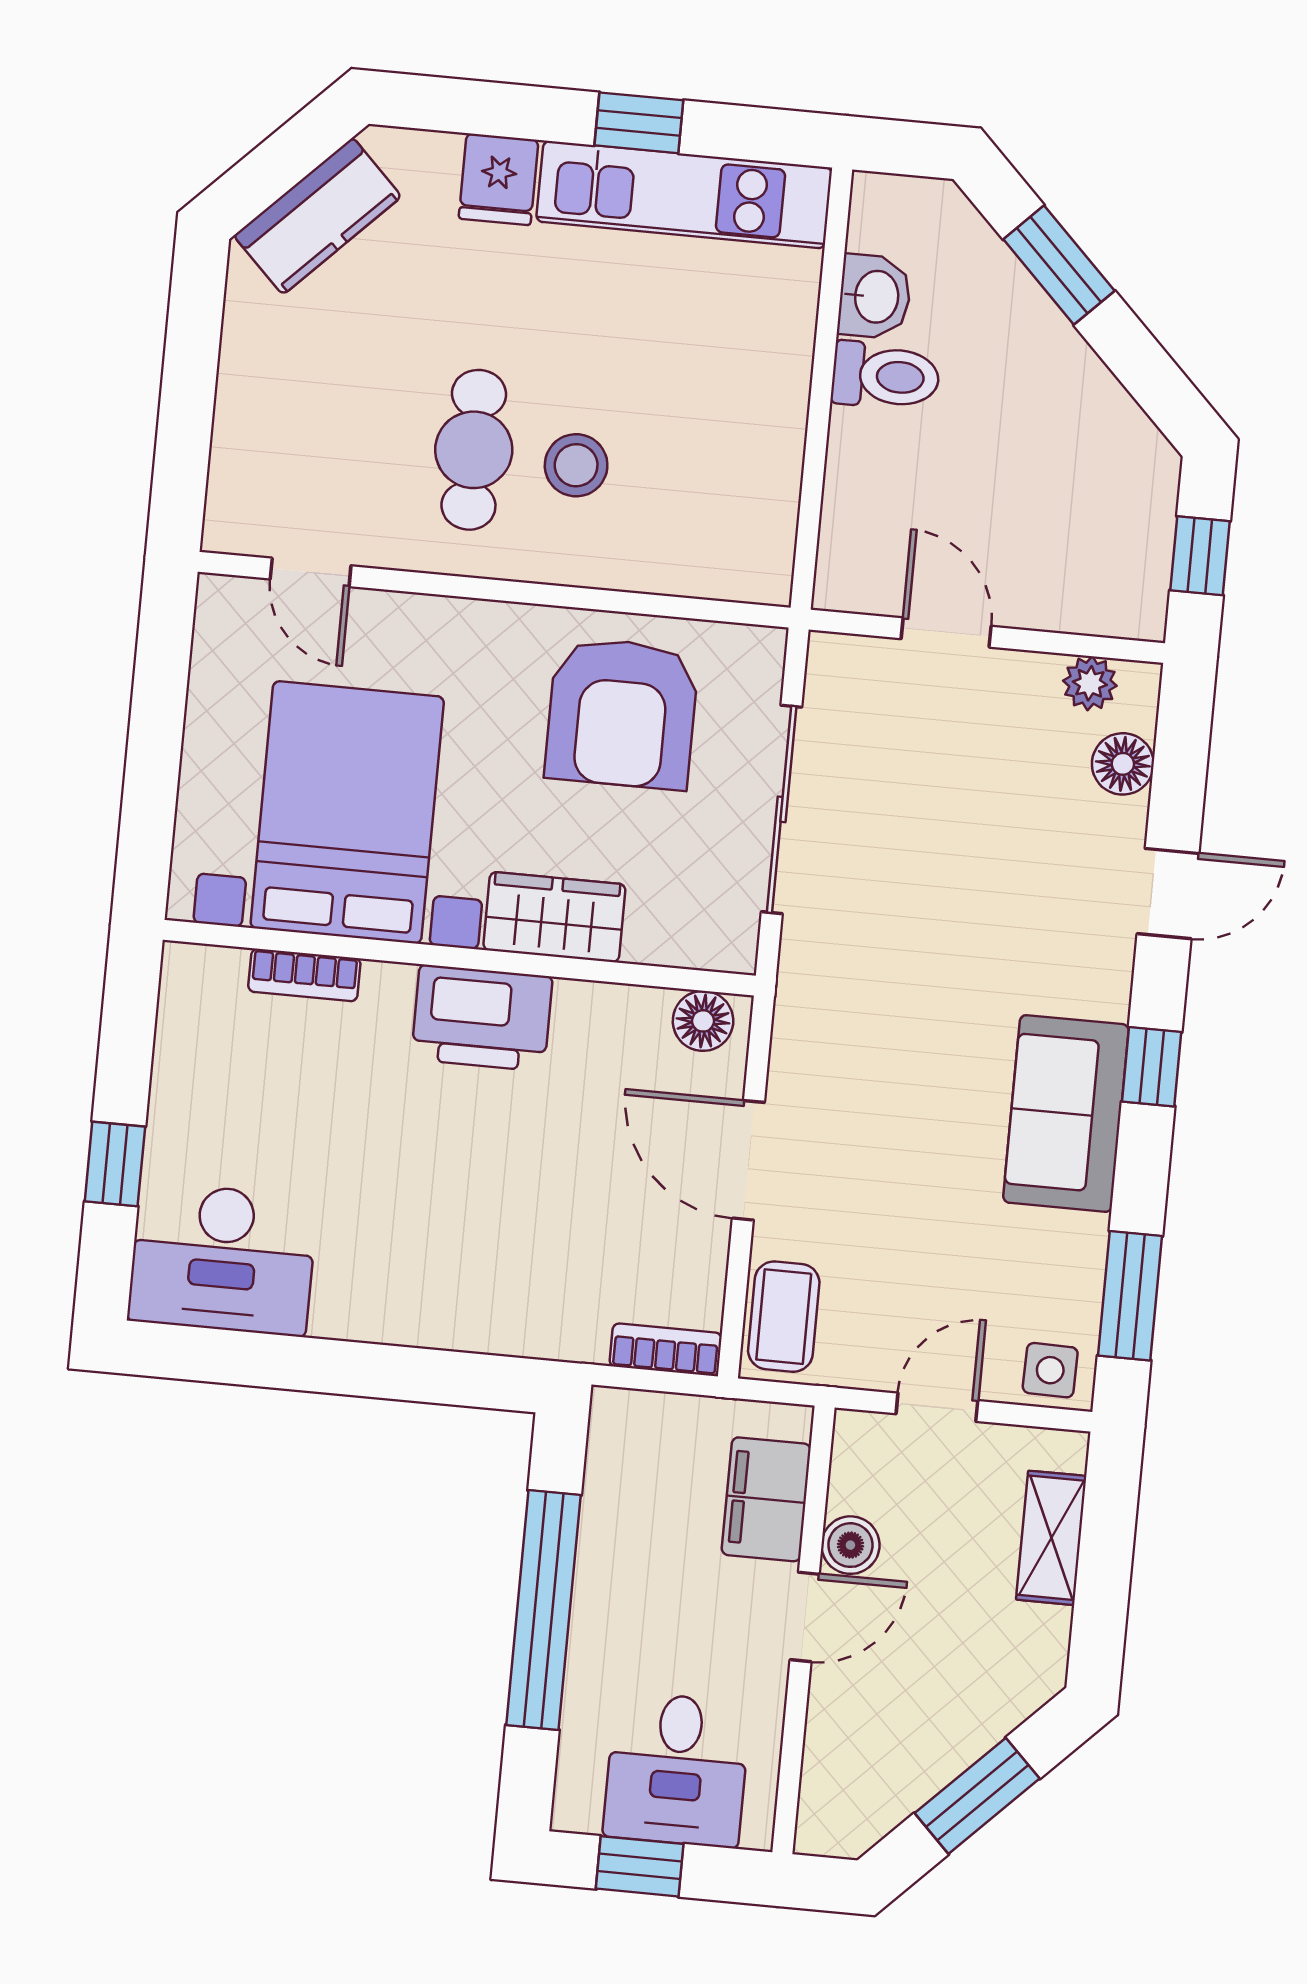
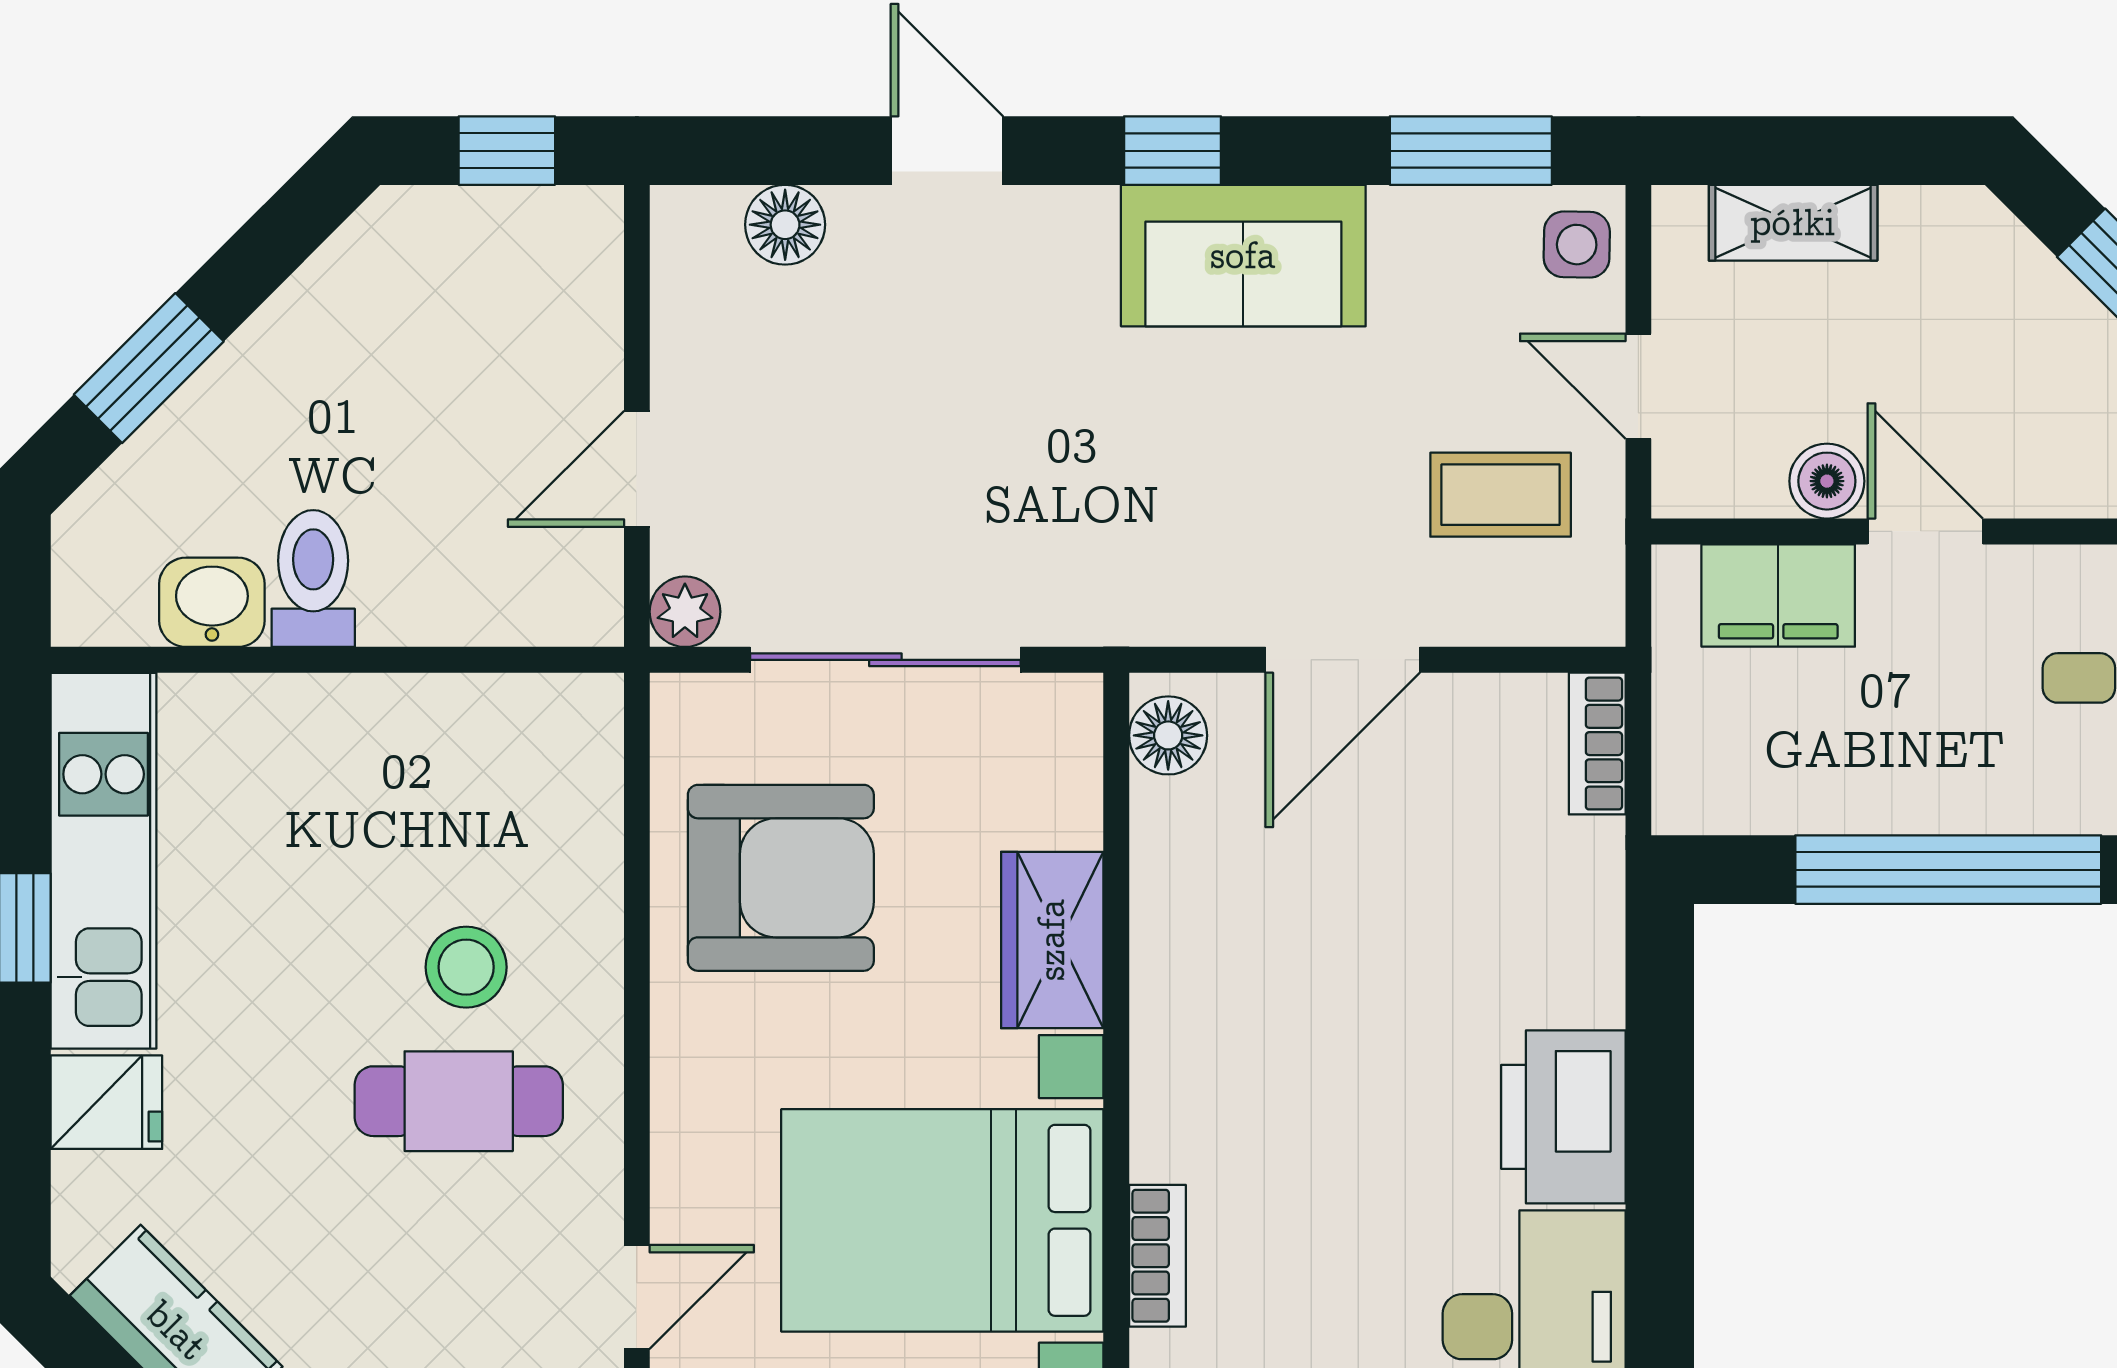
plant: (1090, 683) -> (685, 612), moved
printer: (482, 1018) -> (1563, 1117), moved, turned 180
coffee table: (784, 1317) -> (1501, 495), moved

